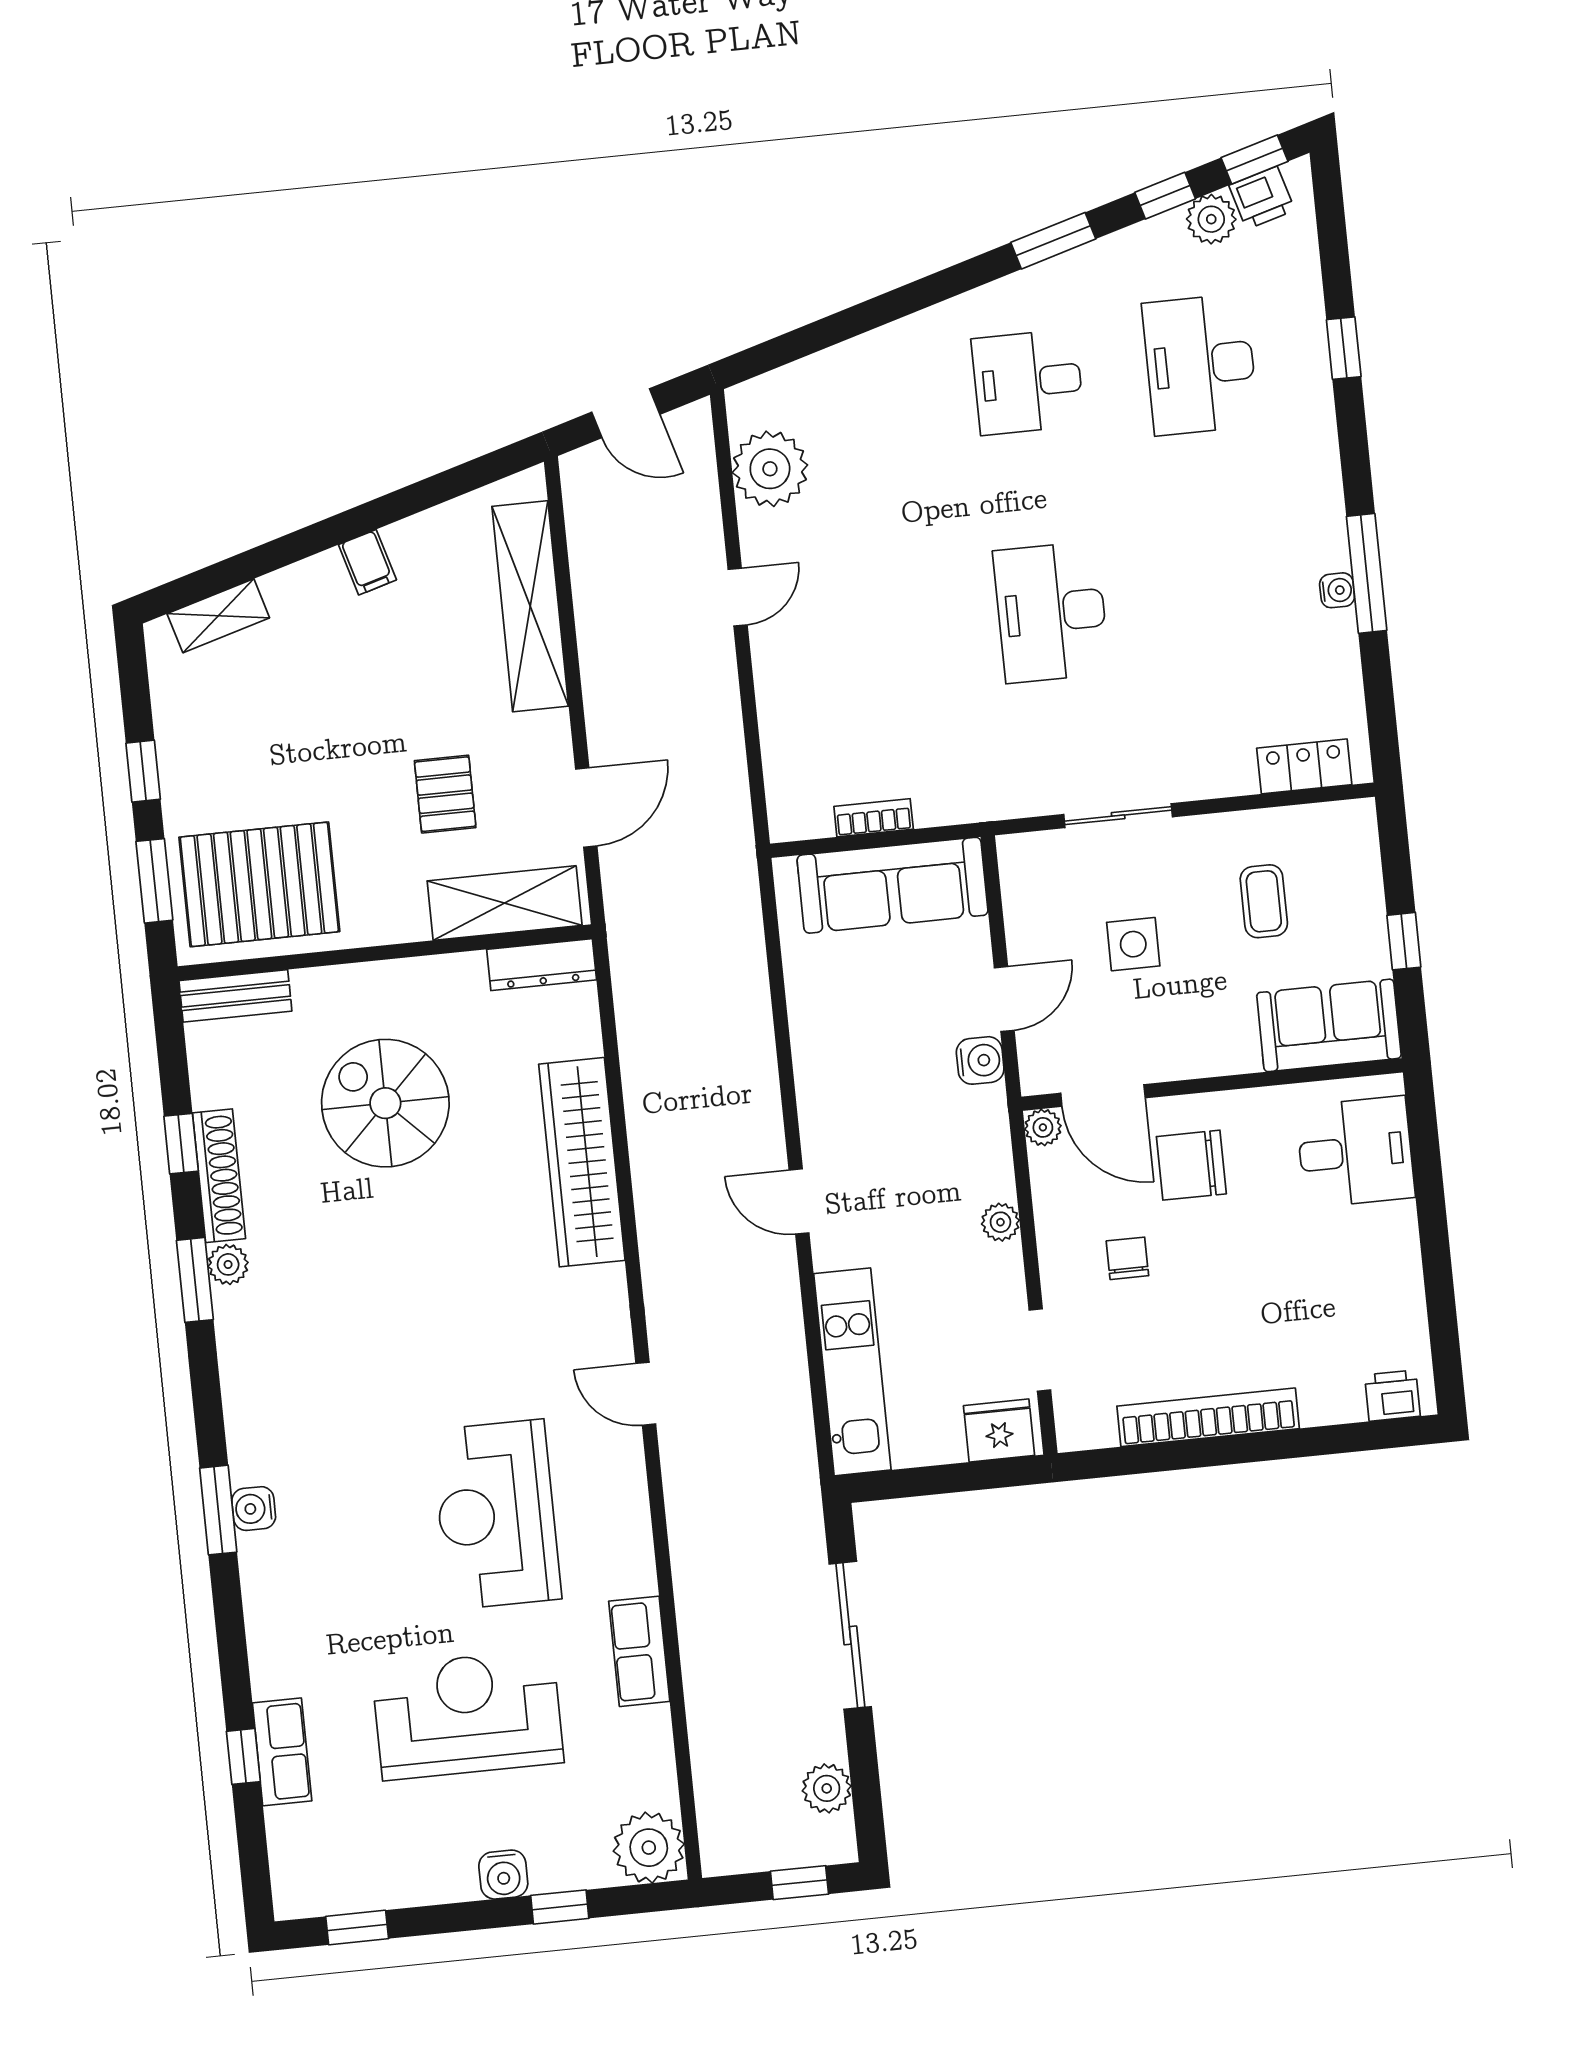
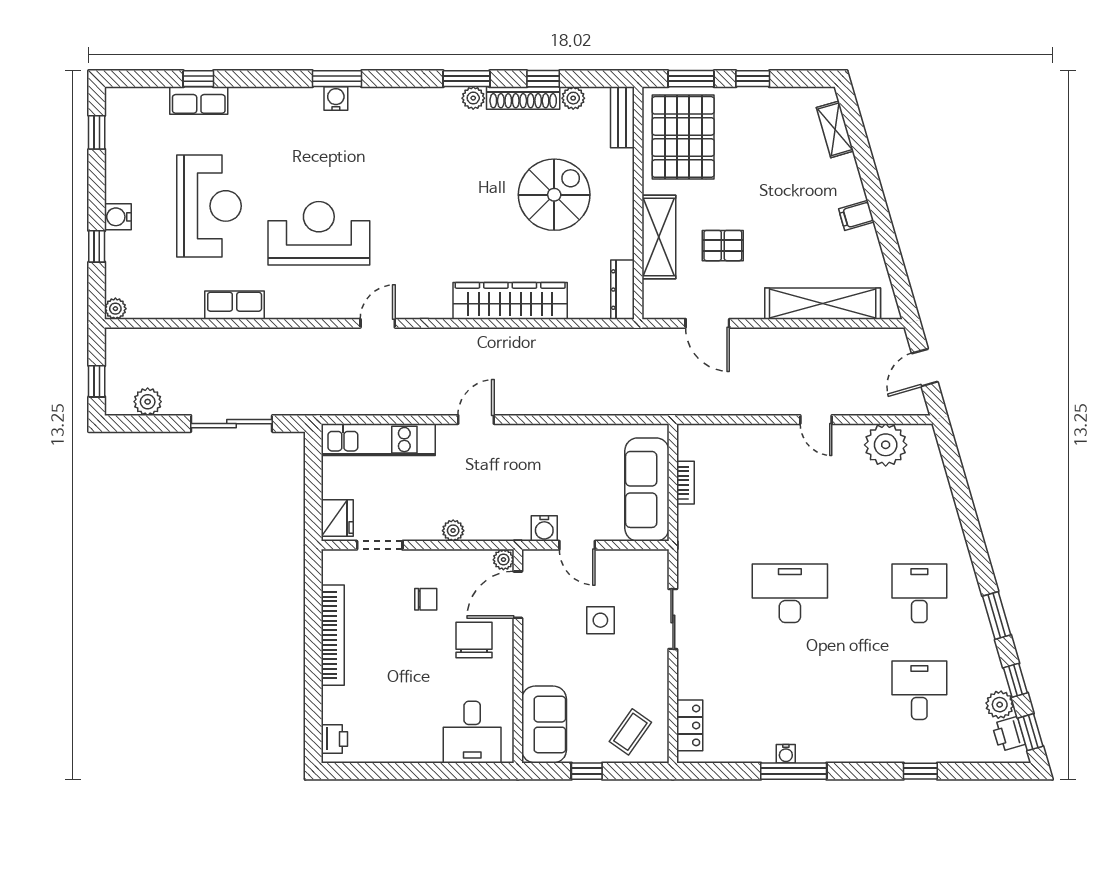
desk: (1200, 365) -> (919, 690), width x0.73
coffee table: (1264, 901) -> (630, 732), moved, turned -55
shelving: (505, 903) -> (659, 237), moved
plant: (210, 1087) -> (573, 98), added
plant: (649, 1848) -> (115, 309), width x0.53, depth x0.53

